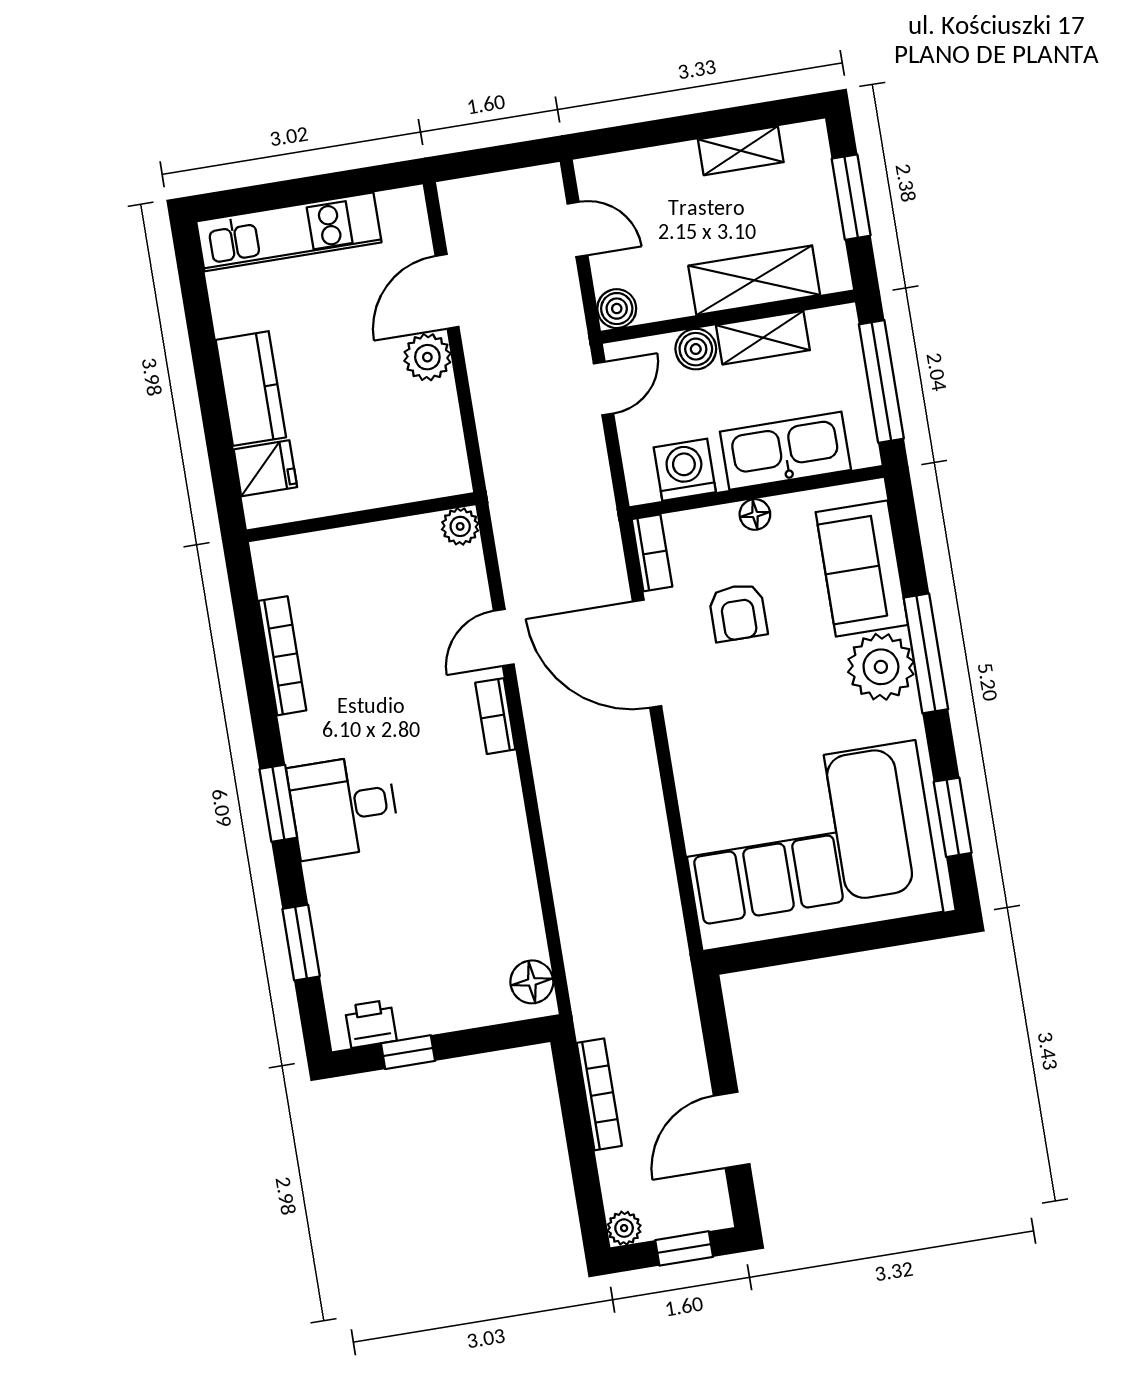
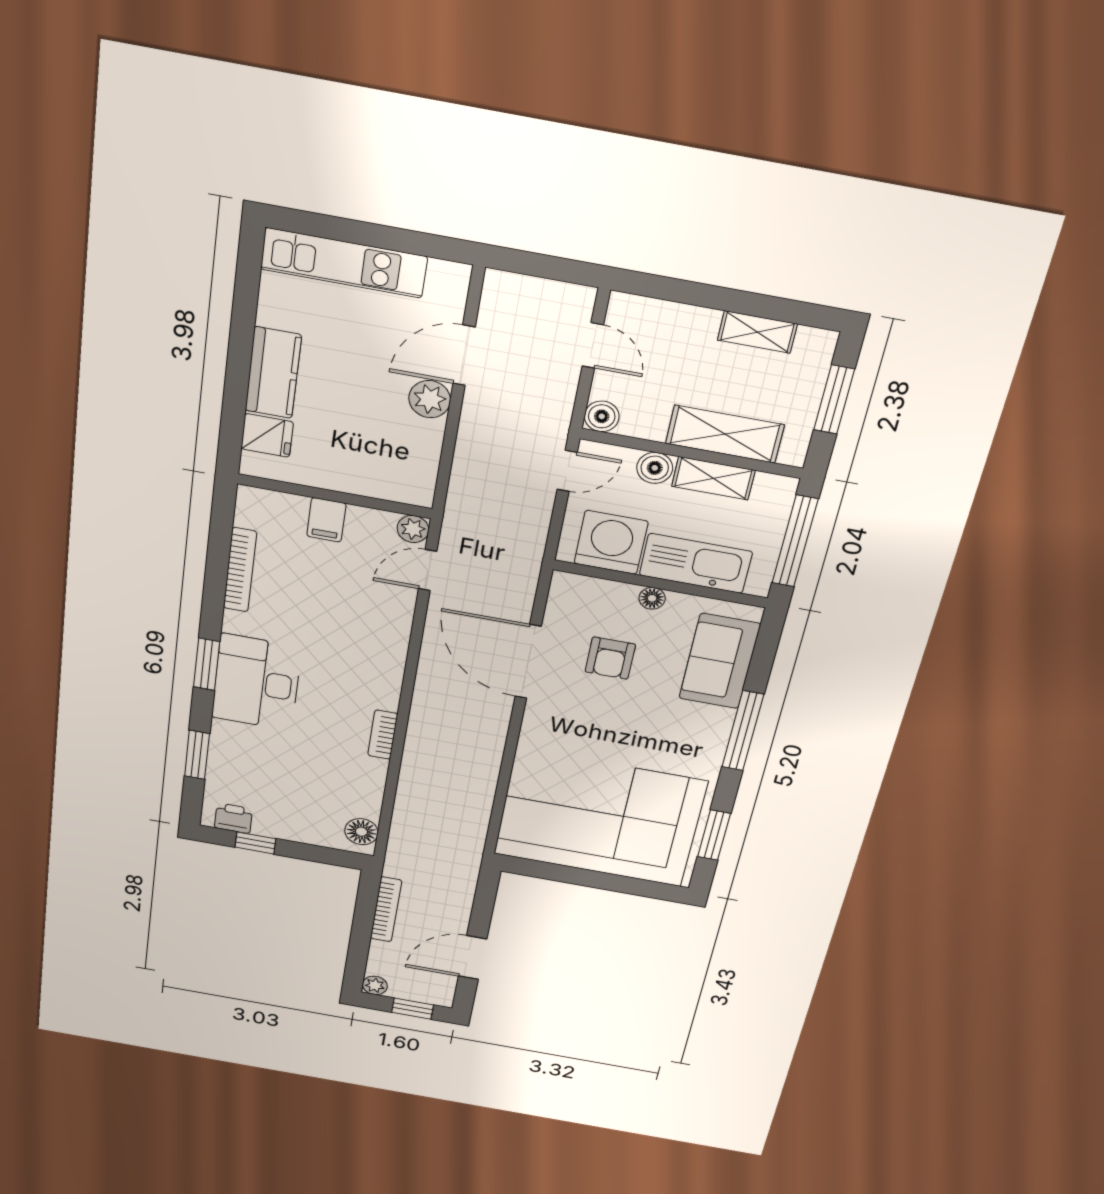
washing machine: (685, 470) -> (611, 542), width x1.37, depth x1.37
filing cabinet: (361, 551) -> (326, 520), added
bookcase: (652, 553) -> (559, 597), removed
door: (504, 637) -> (428, 570), moved
plant: (881, 667) -> (704, 728), removed
bookcase: (495, 716) -> (383, 735), moved
desk: (343, 807) -> (256, 682), width x1.37

